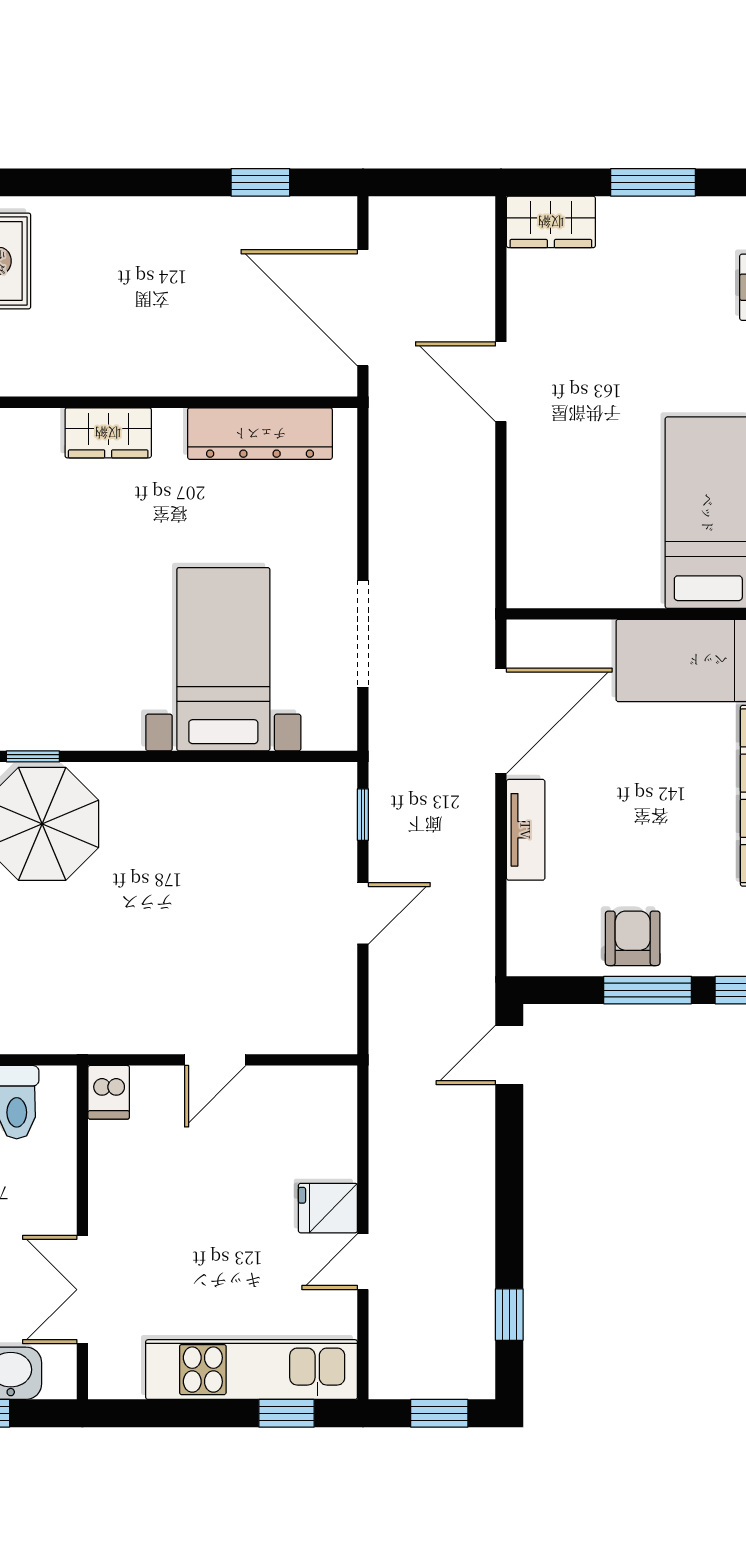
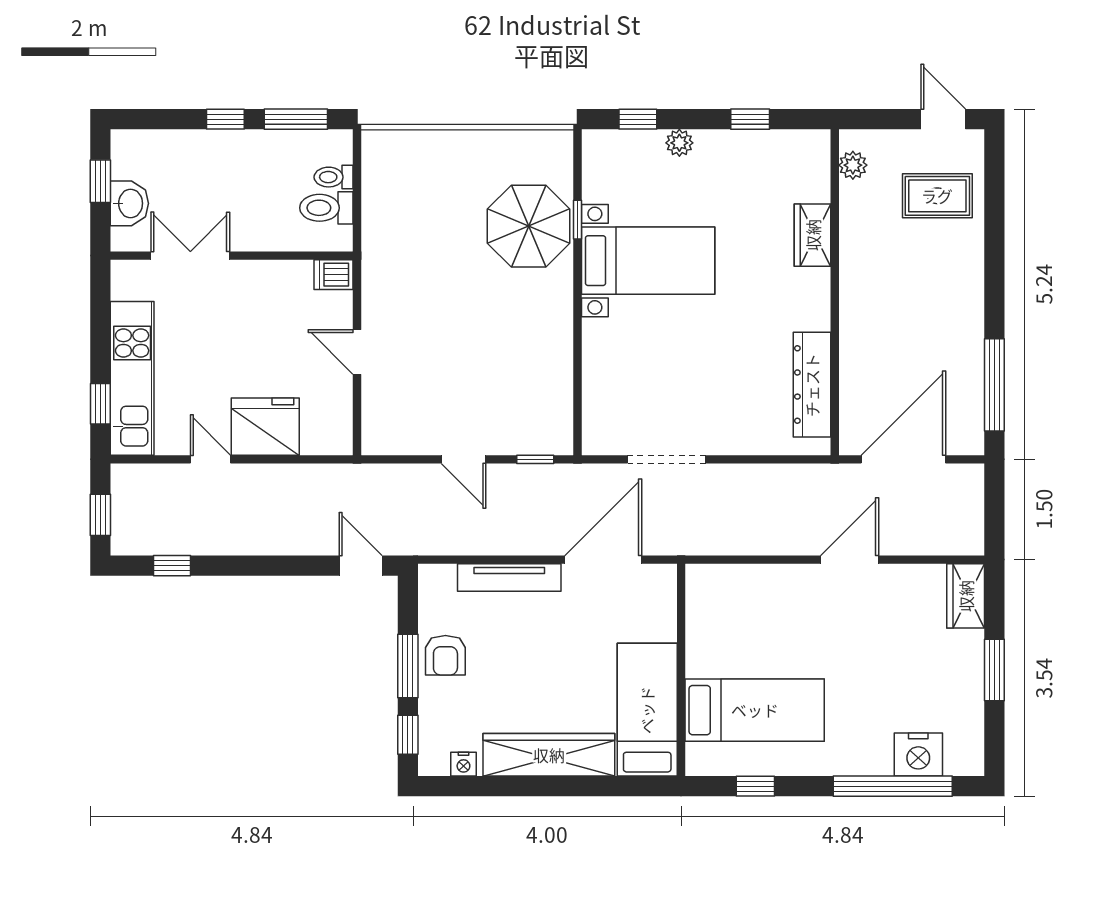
window: (260, 182) -> (994, 385), width x2.17
wardrobe: (108, 433) -> (813, 235), moved
bed with nightstands: (223, 659) -> (648, 261), moved
door: (501, 721) -> (603, 560), swing flipped
tv unit: (526, 830) -> (509, 578), width x1.41
armchair: (633, 938) -> (445, 655), turned 90
fridge: (328, 1208) -> (265, 427), width x1.88, depth x1.34

